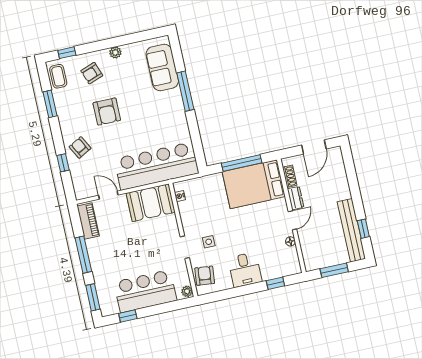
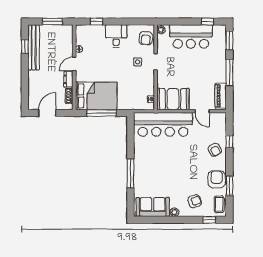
sofa: (162, 67) -> (153, 207), moved, turned -90
armchair: (107, 112) -> (217, 179), moved

